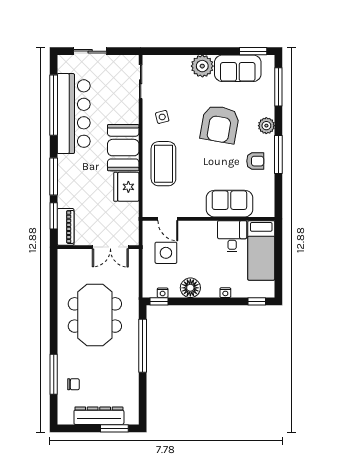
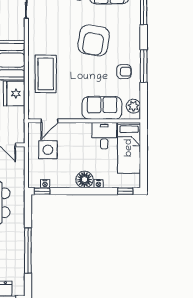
side table: (162, 117) -> (45, 34), removed
plant: (266, 126) -> (133, 106), moved
door: (168, 219) -> (49, 121), hinge flipped
floor lamp: (190, 288) -> (84, 180), moved
window: (143, 346) -> (28, 251), moved

